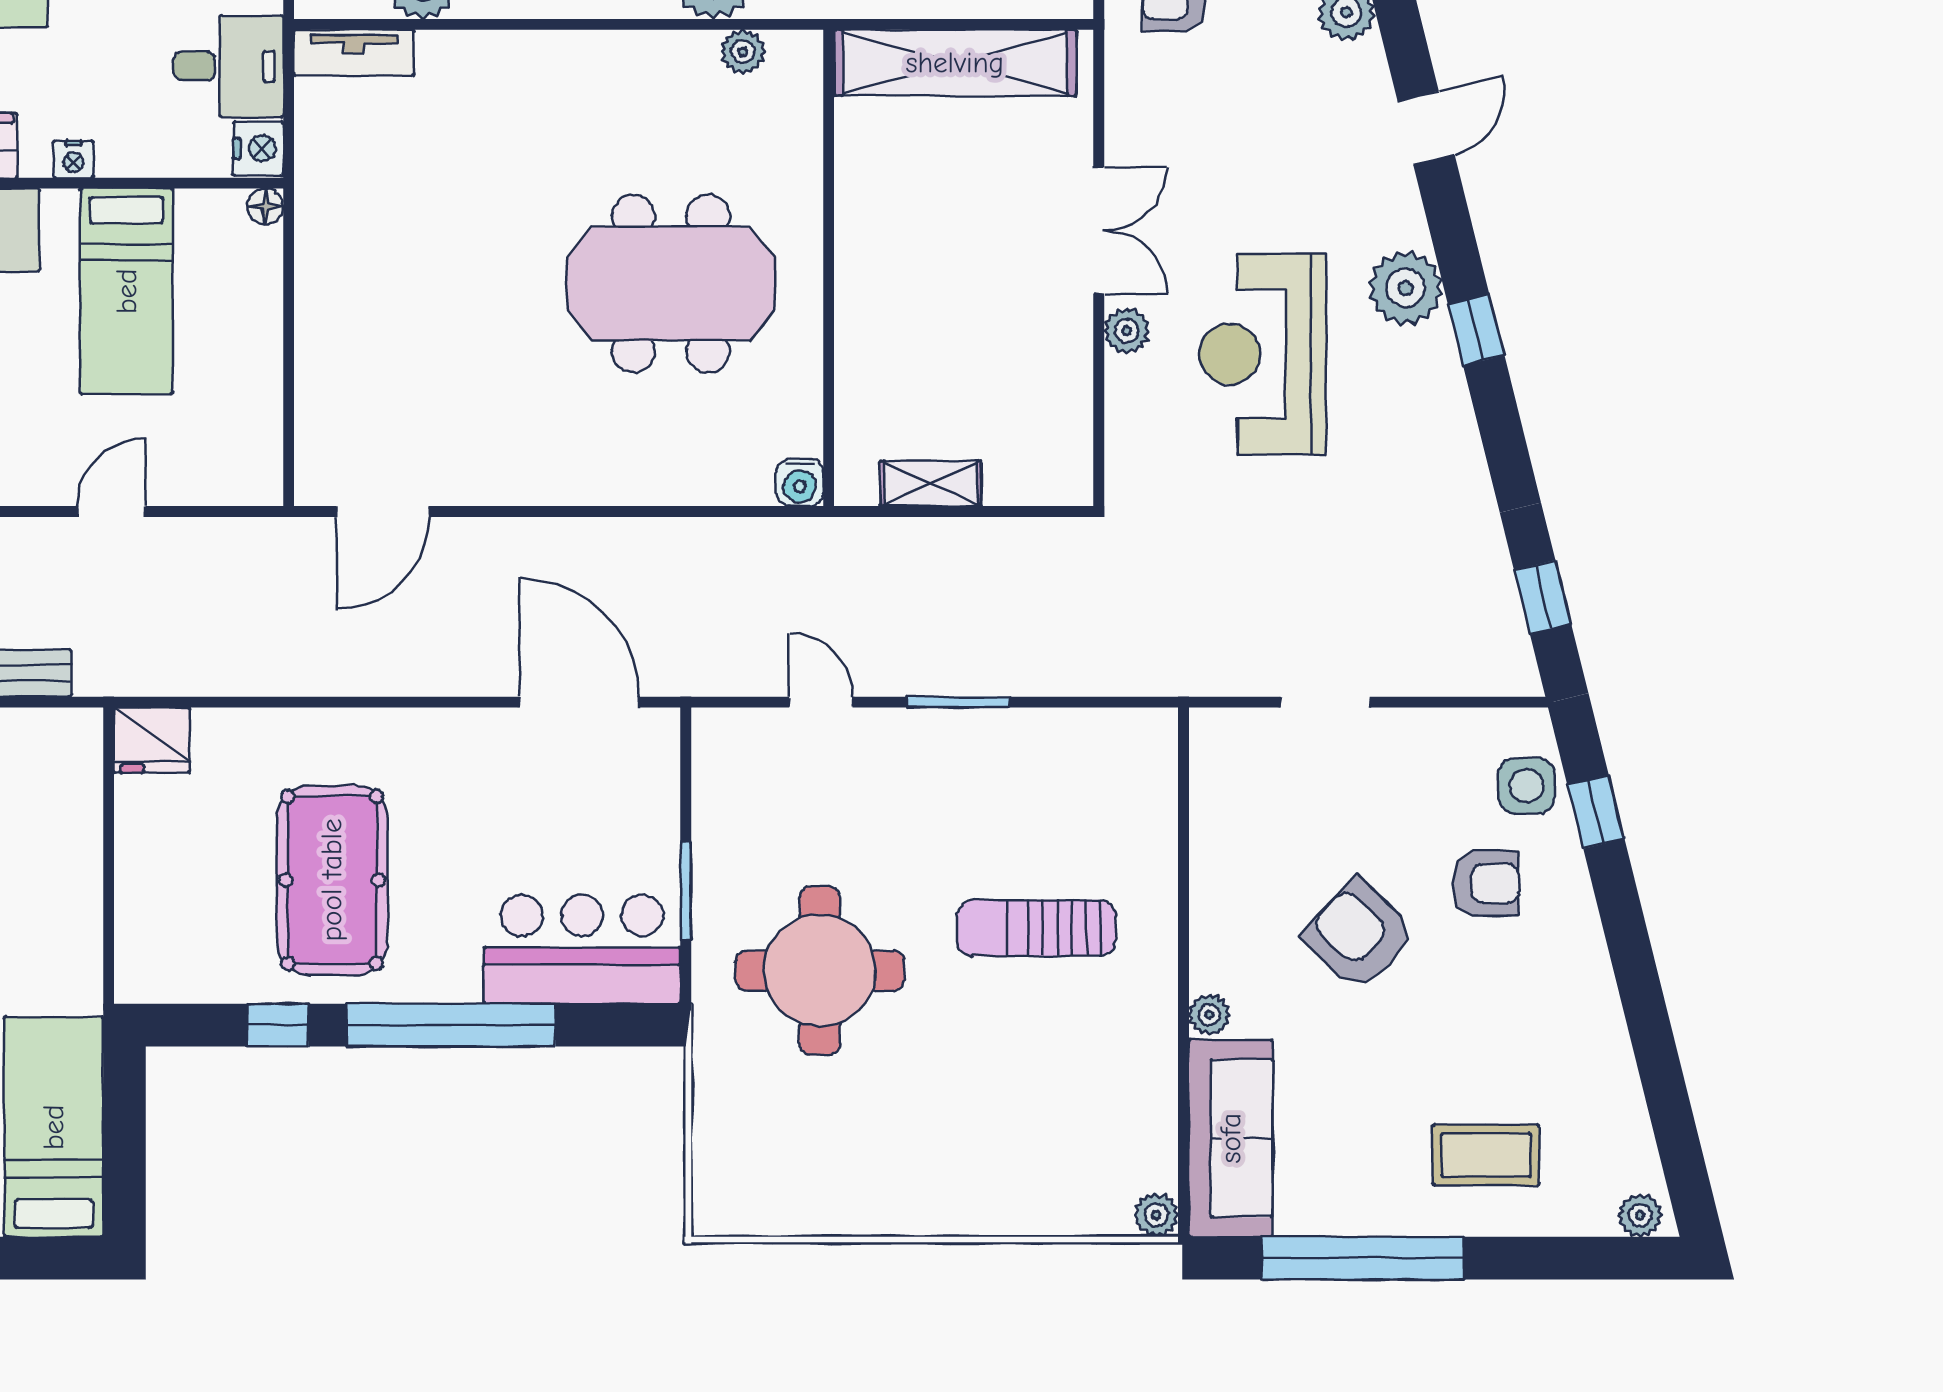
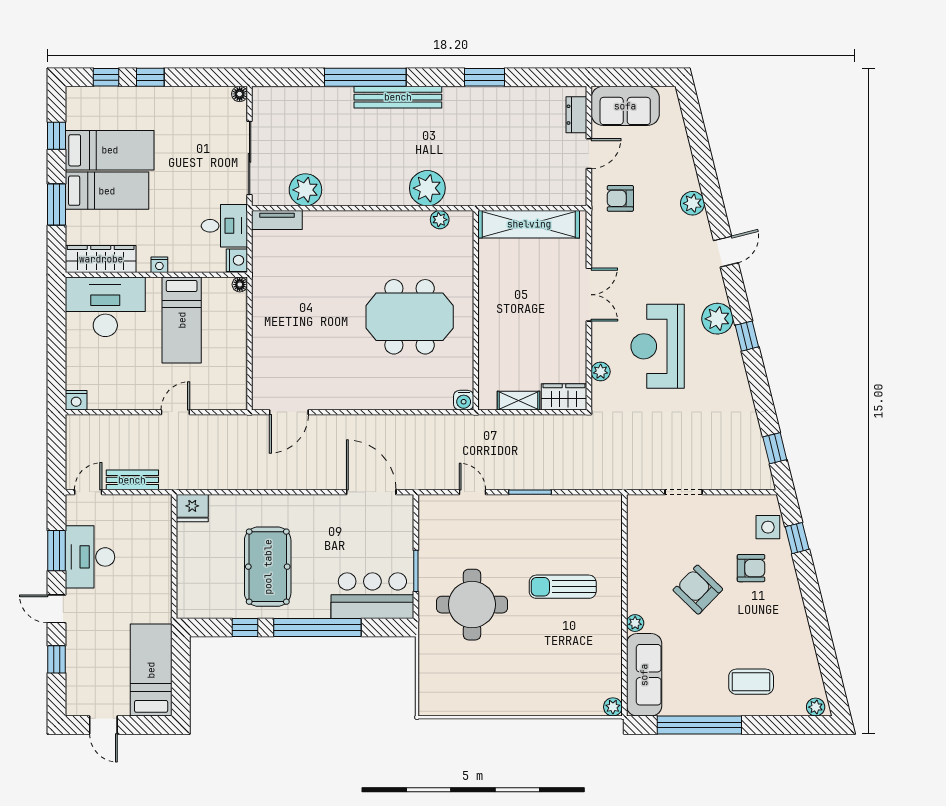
plant: (1127, 331) -> (601, 372), moved
wardrobe: (1039, 475) -> (564, 397), added

